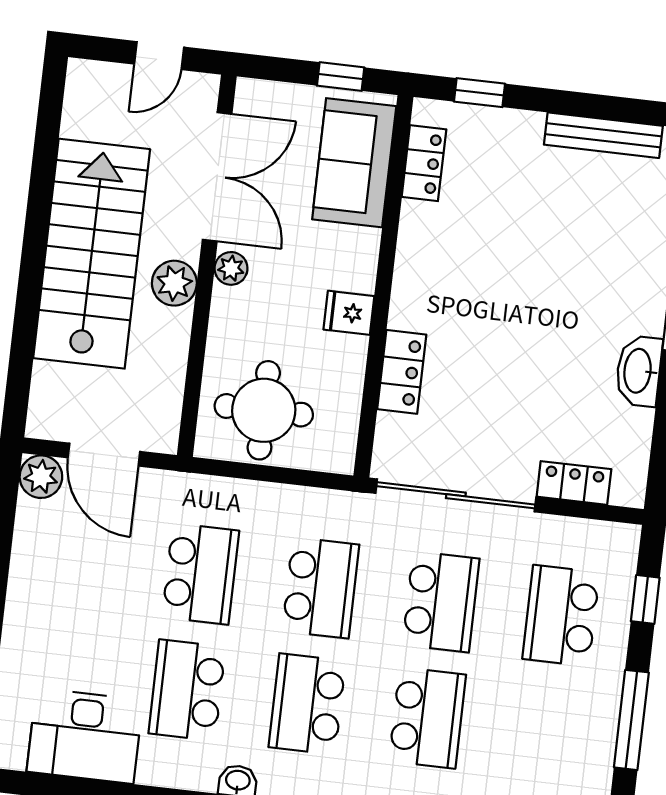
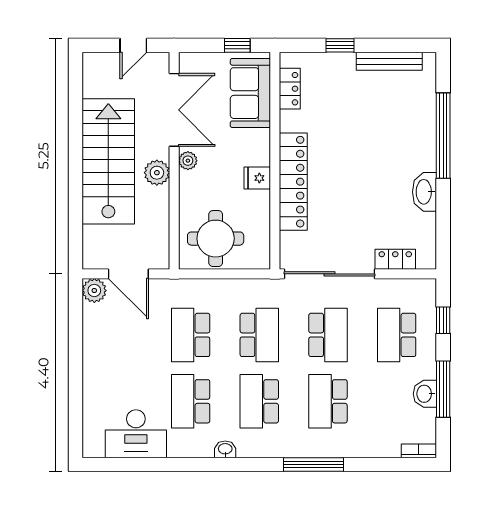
window: (479, 93) -> (340, 45), moved
locker: (402, 372) -> (293, 182), width x2.16, depth x1.21
school desk: (201, 574) -> (191, 335), turned 180
school desk: (427, 718) -> (328, 401), turned 180
washbasin: (598, 724) -> (425, 394), added

